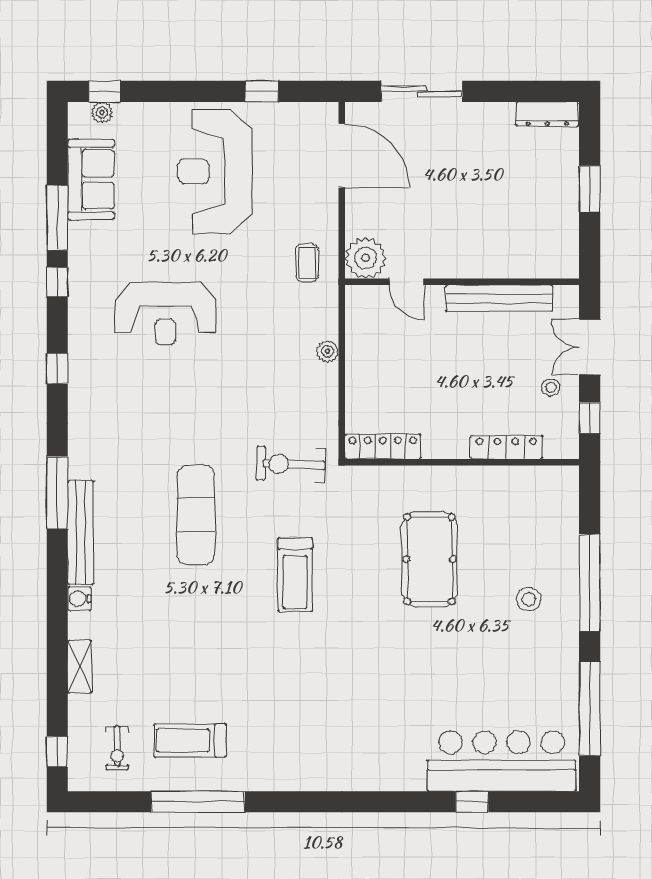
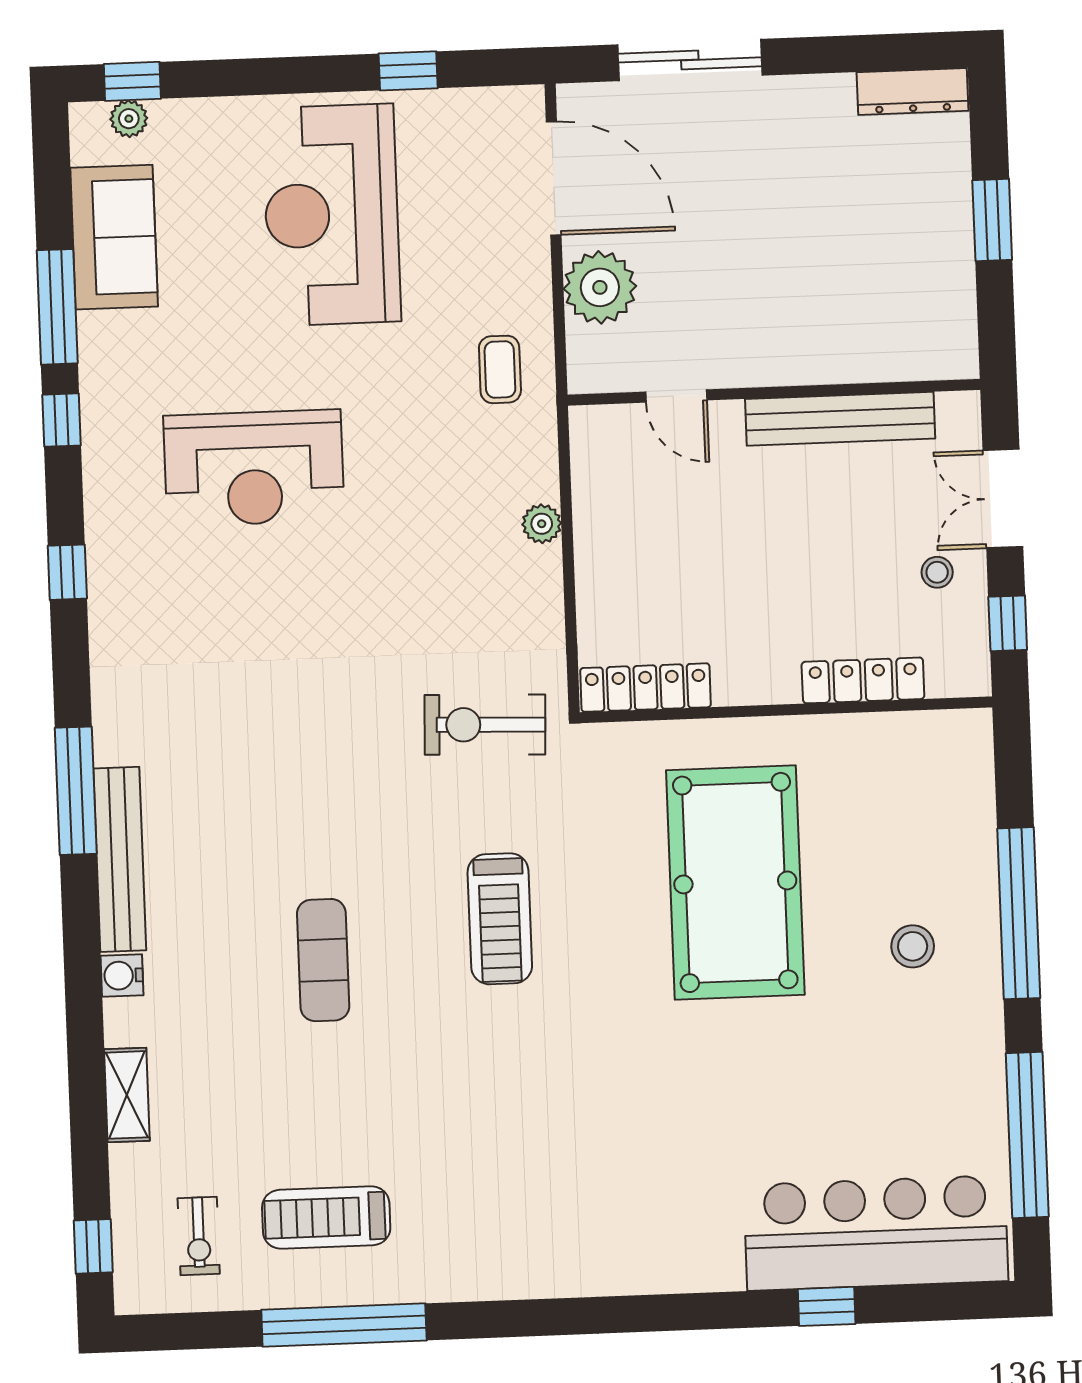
plant: (366, 258) -> (600, 287), moved
exercise mat: (196, 515) -> (323, 960), moved, width x0.73, depth x0.69
pool table: (429, 559) -> (735, 882), width x1.36, depth x1.32

